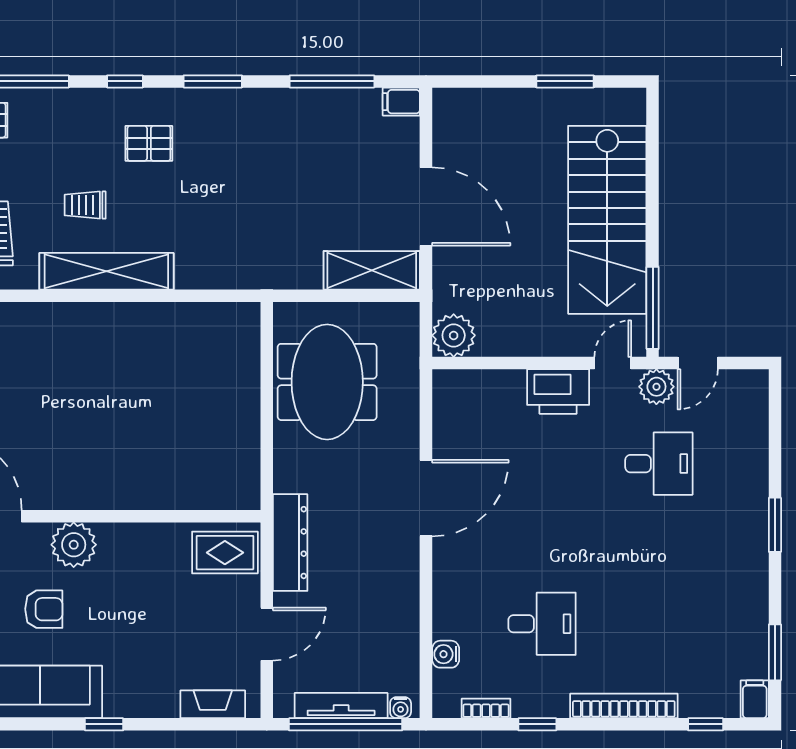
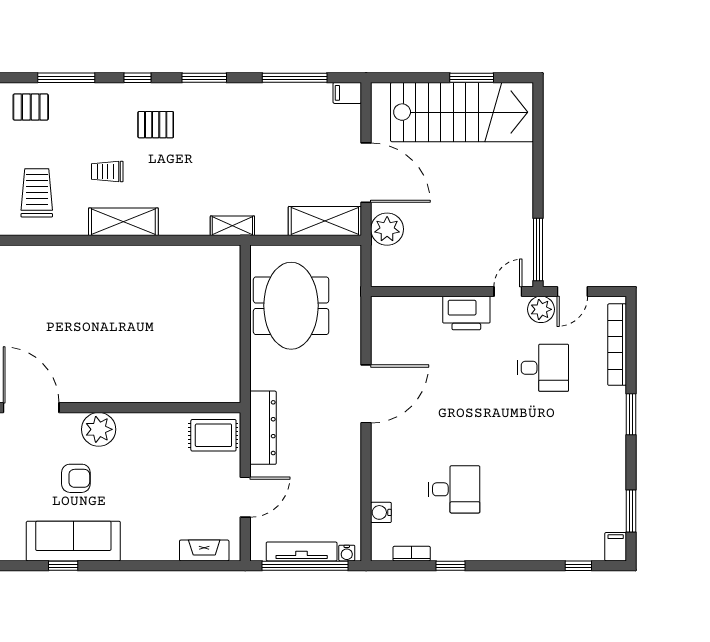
stairs: (607, 220) -> (462, 112), moved, turned -90
shelving: (106, 271) -> (123, 222), width x0.68
shelving: (250, 277) -> (232, 226), added
plant: (454, 335) -> (387, 229), moved
bookcase: (624, 706) -> (617, 345), moved, turned -90
window: (104, 724) -> (63, 566), moved

